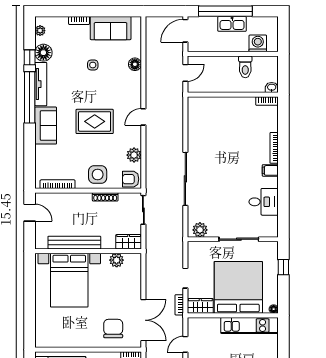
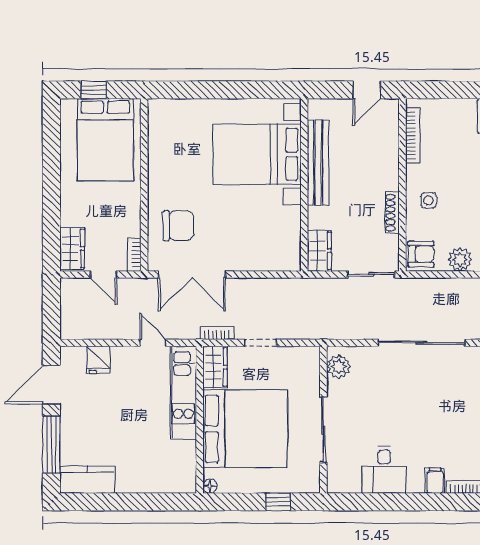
side table: (98, 174) -> (428, 200), width x0.54, depth x0.54
armchair: (131, 179) -> (421, 254), turned 90
plant: (117, 260) -> (289, 231), removed
kitchen unit: (249, 325) -> (183, 392), moved

